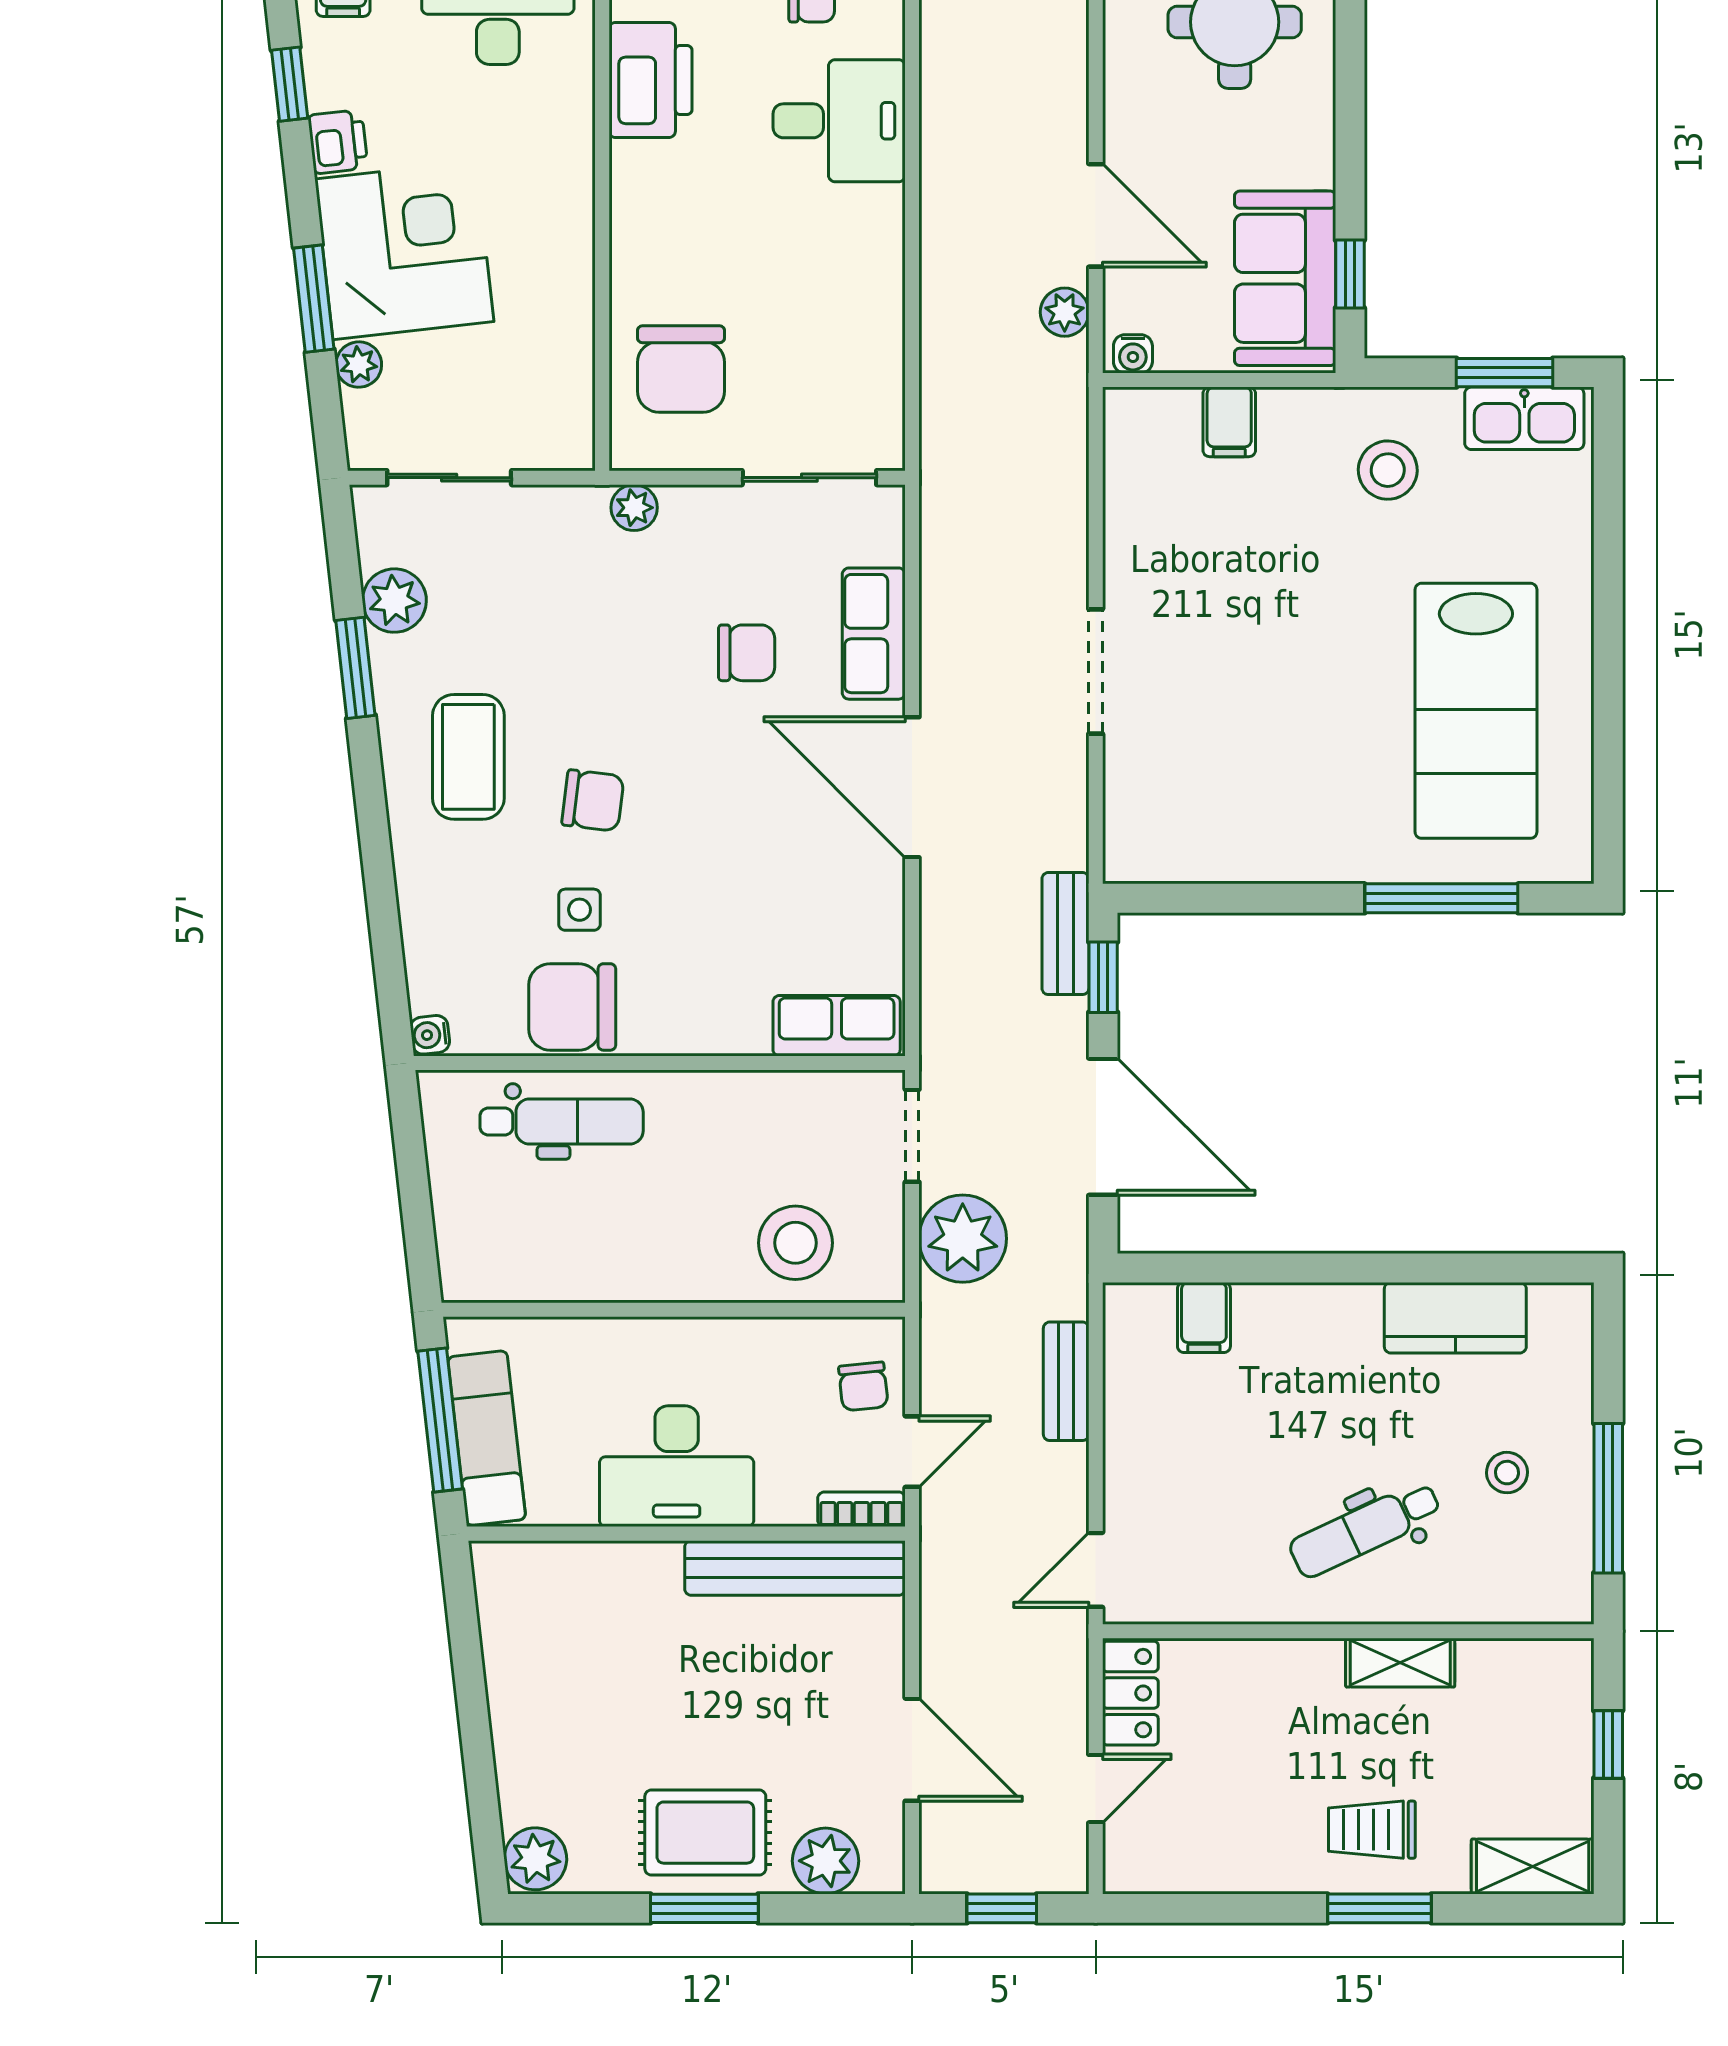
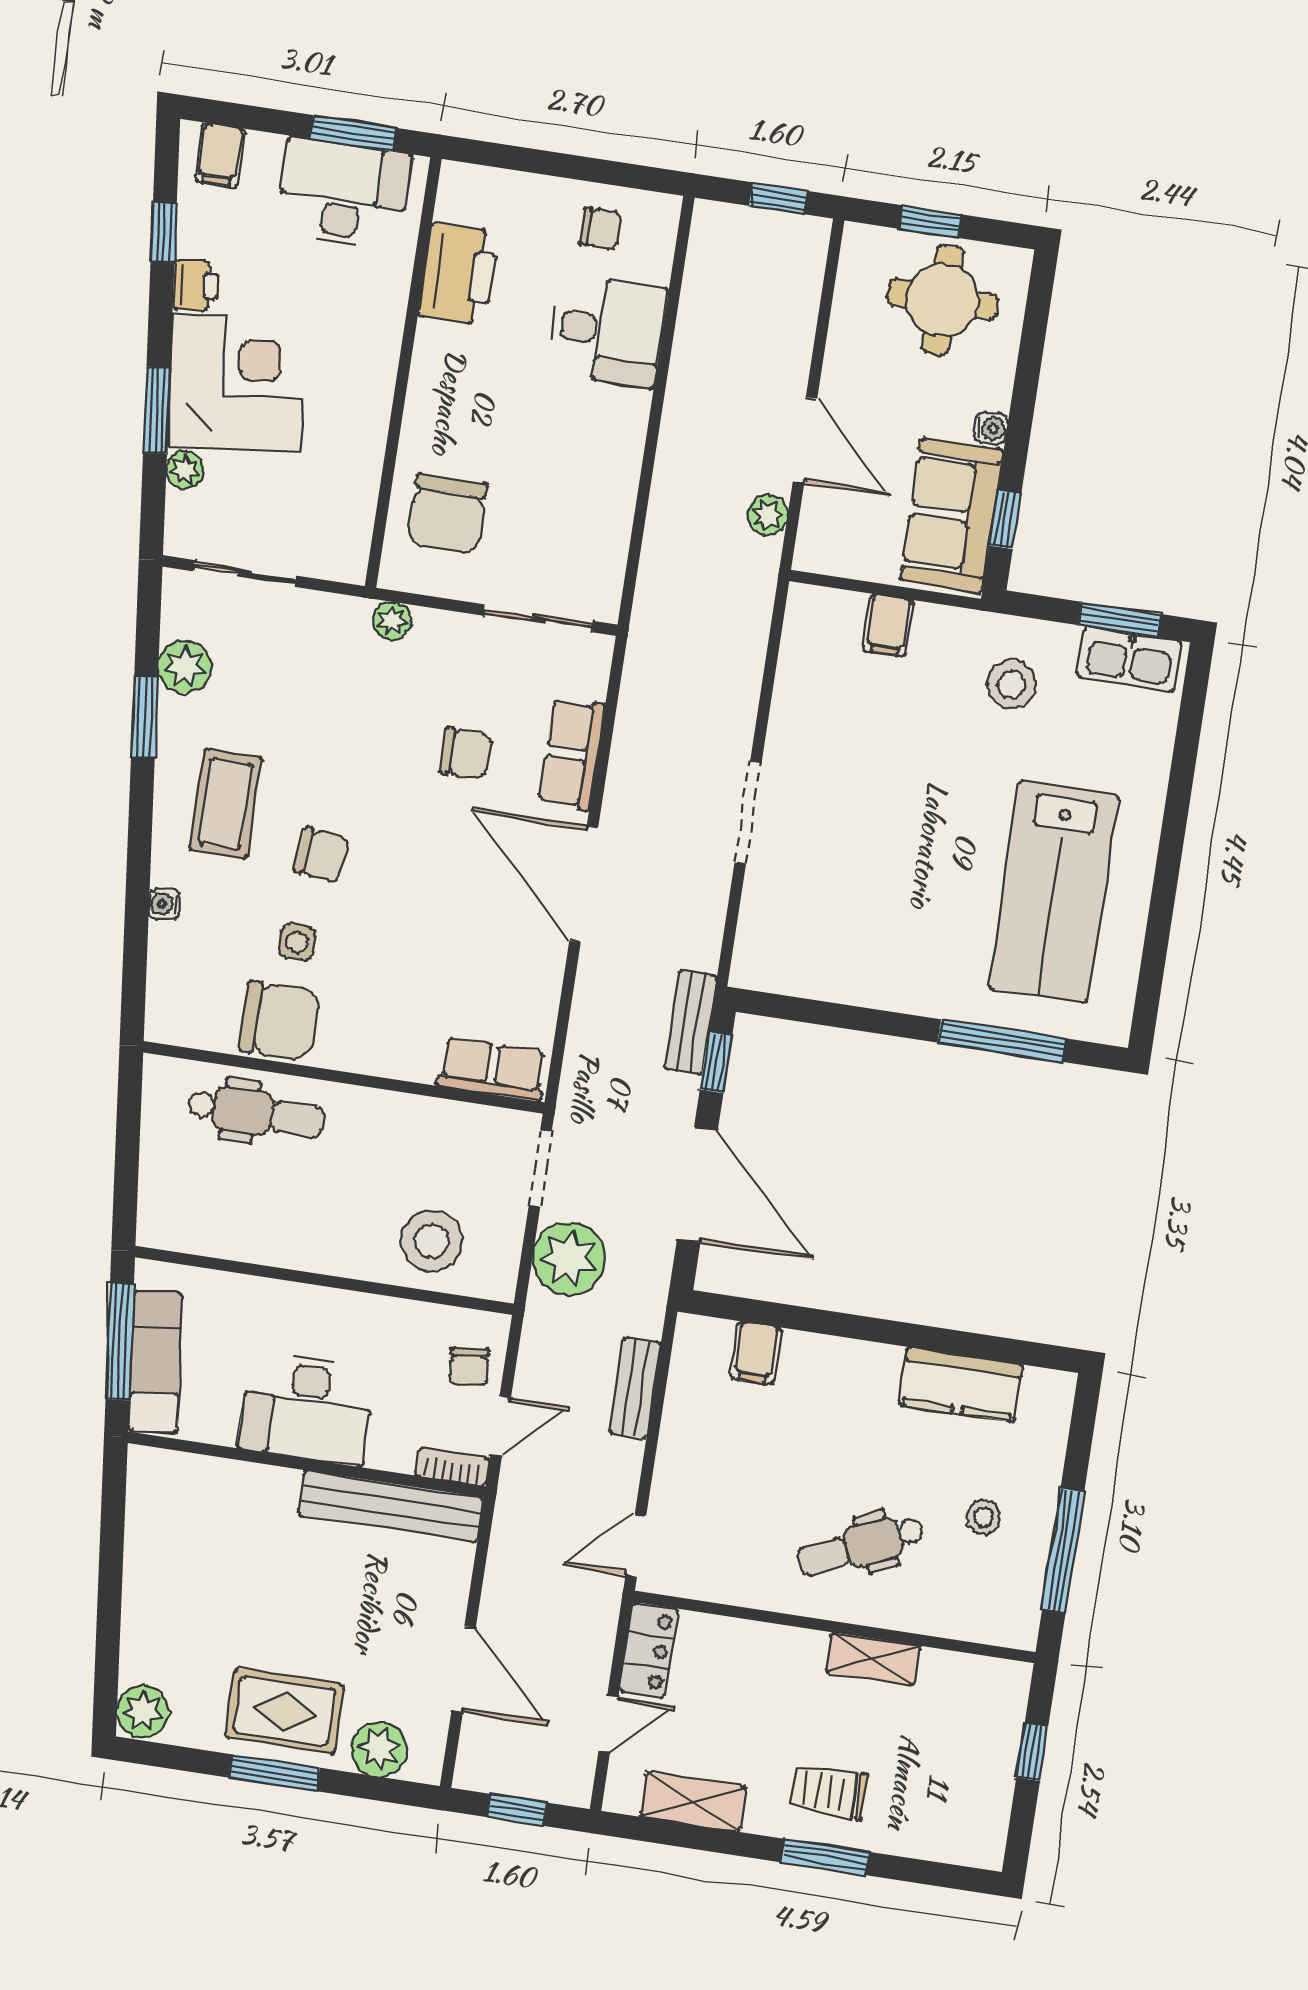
water cooler: (1133, 354) -> (991, 428), moved, turned -90
chair: (572, 1007) -> (279, 1021), turned 180
water cooler: (430, 1035) -> (164, 904), moved
shelving: (1533, 1866) -> (693, 1802), moved

